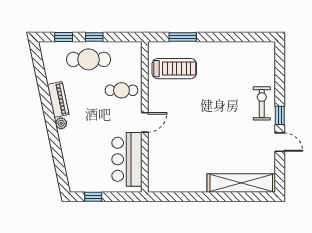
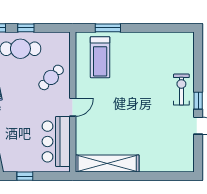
treadmill: (174, 69) -> (100, 57), turned 90
cafe table: (121, 90) -> (51, 77), turned -46
shelving: (241, 183) -> (107, 163), moved

